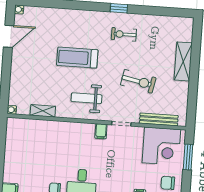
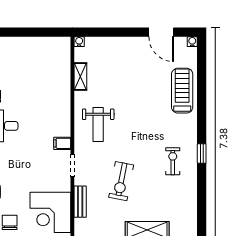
treadmill: (77, 58) -> (182, 91), moved
weight bench: (86, 98) -> (98, 124), turned 180
bench: (159, 119) -> (80, 202), width x0.73

